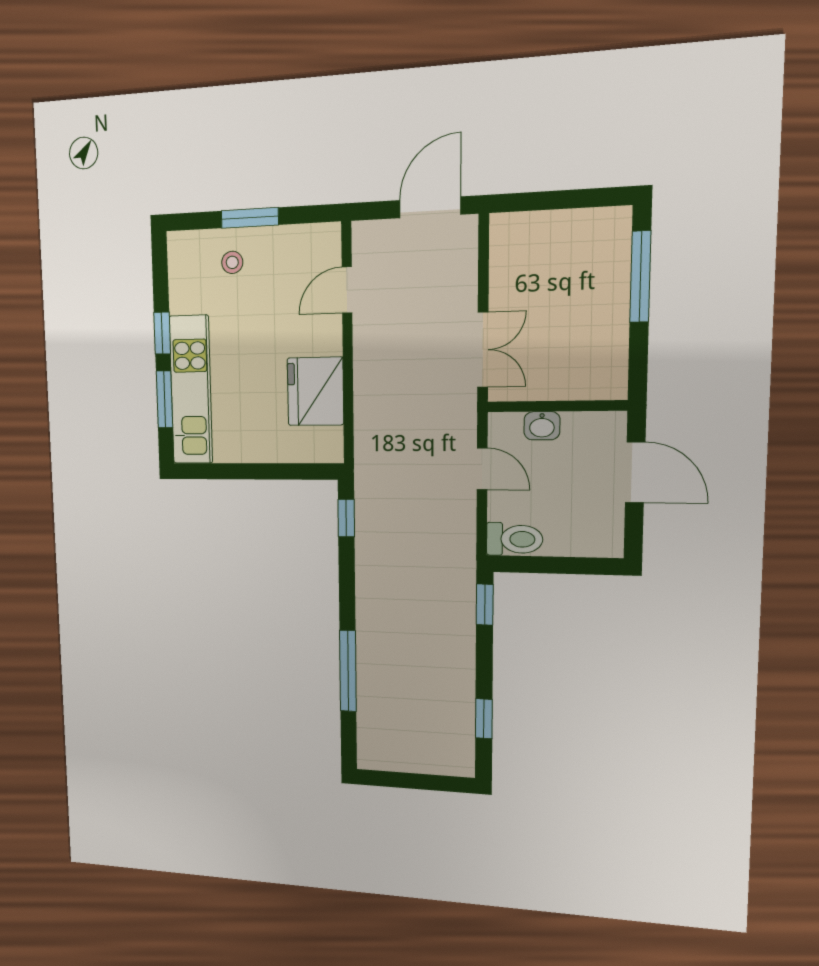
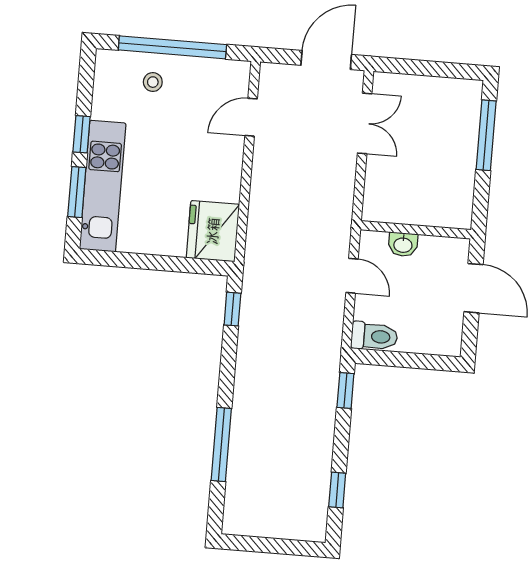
window: (250, 218) -> (172, 47), width x2.11
double door: (483, 350) -> (365, 123), moved
fridge: (315, 391) -> (213, 231), moved

